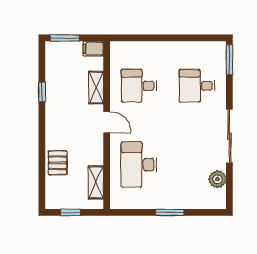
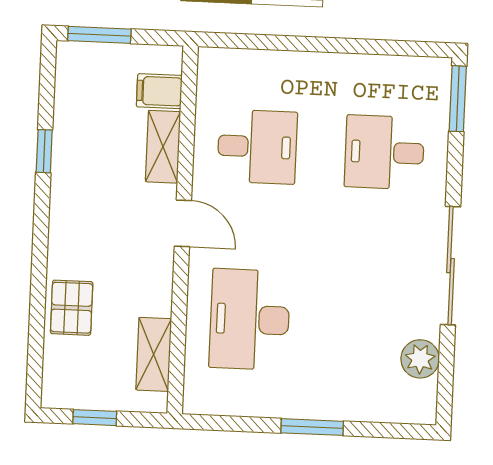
filing cabinet: (93, 49) -> (159, 91), moved
desk: (139, 86) -> (257, 147), turned 180

